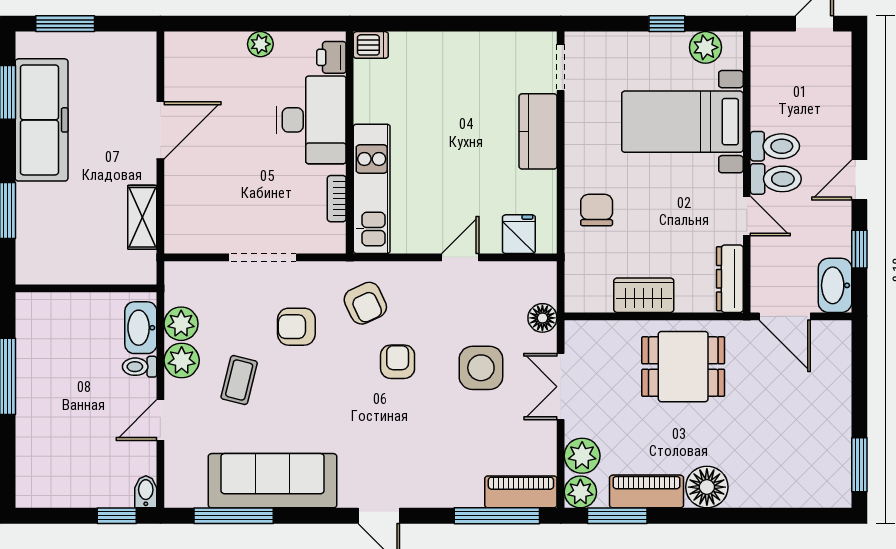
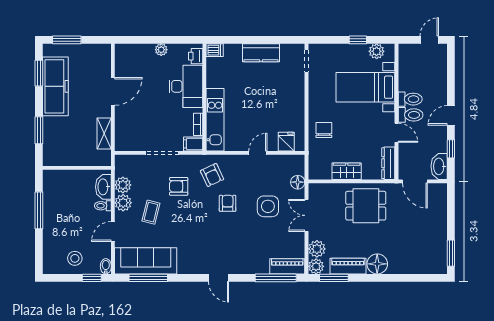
kitchen counter: (538, 131) -> (261, 53), moved, turned -90
filing cabinet: (326, 239) -> (193, 144), added
stool: (82, 475) -> (75, 258), added
sofa: (273, 481) -> (146, 261), moved

